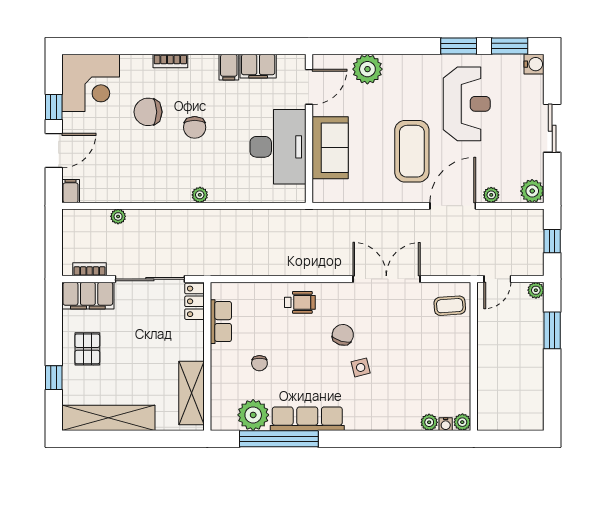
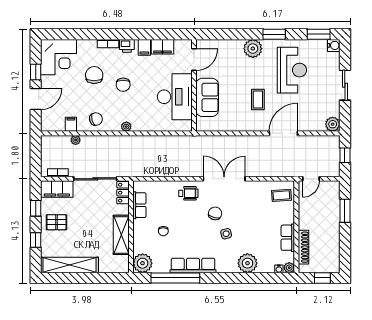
window: (459, 46) -> (274, 34), moved
printer: (201, 65) -> (127, 46), added
plant: (367, 69) -> (253, 49), moved
chair: (148, 112) -> (94, 75), turned 90
coffee table: (412, 151) -> (258, 99), width x0.54, depth x0.58
chair: (151, 183) -> (96, 119), added
filing cabinet: (71, 191) -> (71, 124), moved
plant: (491, 195) -> (307, 127), removed
double door: (386, 279) -> (224, 179), moved
plant: (536, 290) -> (335, 186), removed
window: (54, 326) -> (36, 208), added
pallet: (87, 349) -> (56, 222), turned 90
row of seats: (460, 374) -> (288, 238), added
shoe rack: (485, 389) -> (303, 247), added
shelving: (192, 393) -> (121, 235), moved
plant: (253, 415) -> (143, 263), moved
plant: (429, 422) -> (247, 263), moved, width x1.88, depth x1.88
window: (516, 439) -> (322, 278), added

